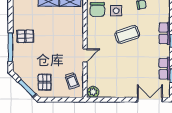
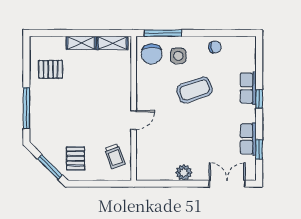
pallet: (25, 36) -> (51, 69), moved
plant: (93, 92) -> (184, 172), moved

